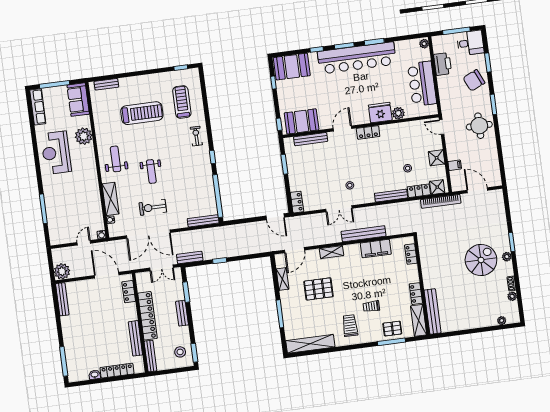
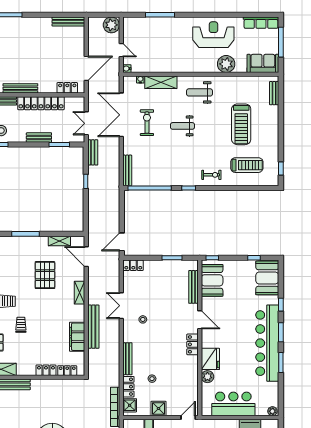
weight bench: (116, 159) -> (200, 92), turned 180
plant: (62, 271) -> (111, 25), moved
locker: (416, 294) -> (46, 370), moved

